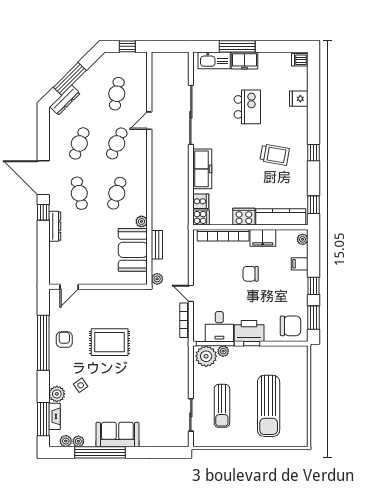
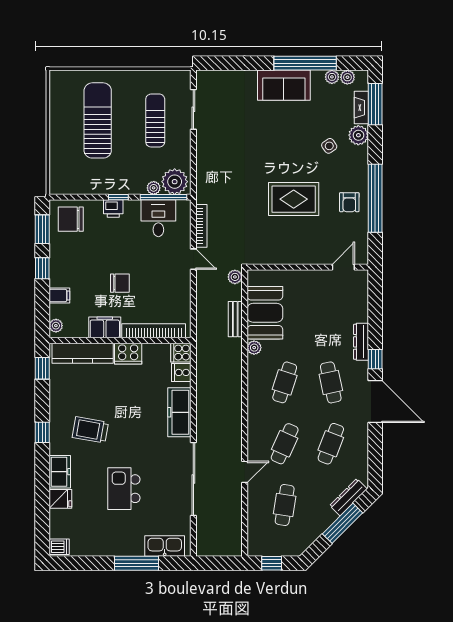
freezer: (245, 61) -> (60, 472), moved, turned 90
printer: (249, 331) -> (113, 208), width x0.53, depth x0.68

